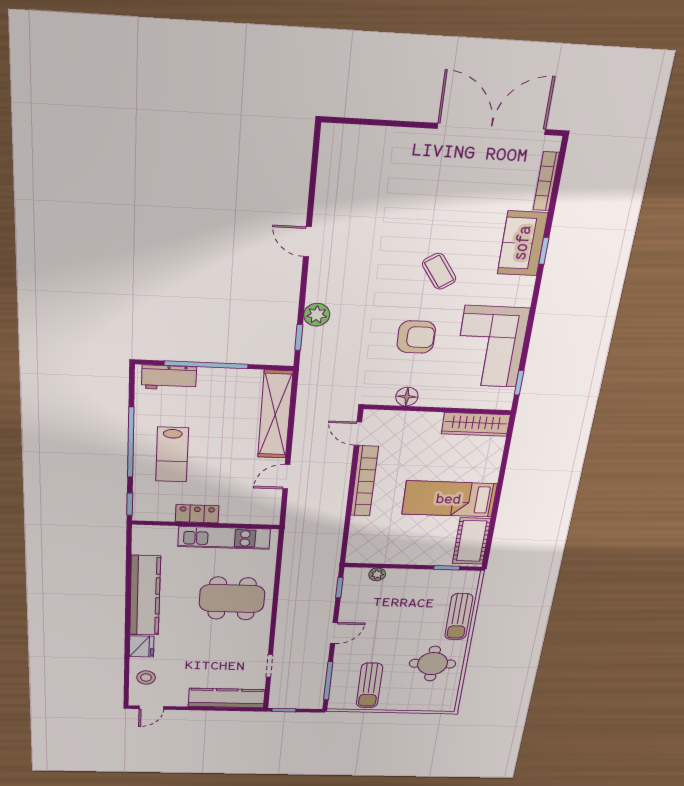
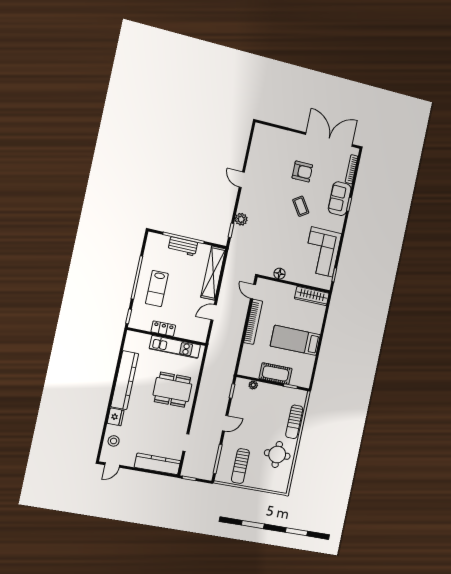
armchair: (416, 337) -> (302, 172), moved
workbench: (169, 378) -> (183, 246), moved
cot: (472, 541) -> (276, 373), moved, turned 90

